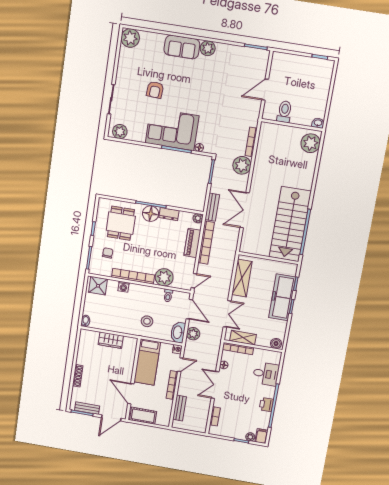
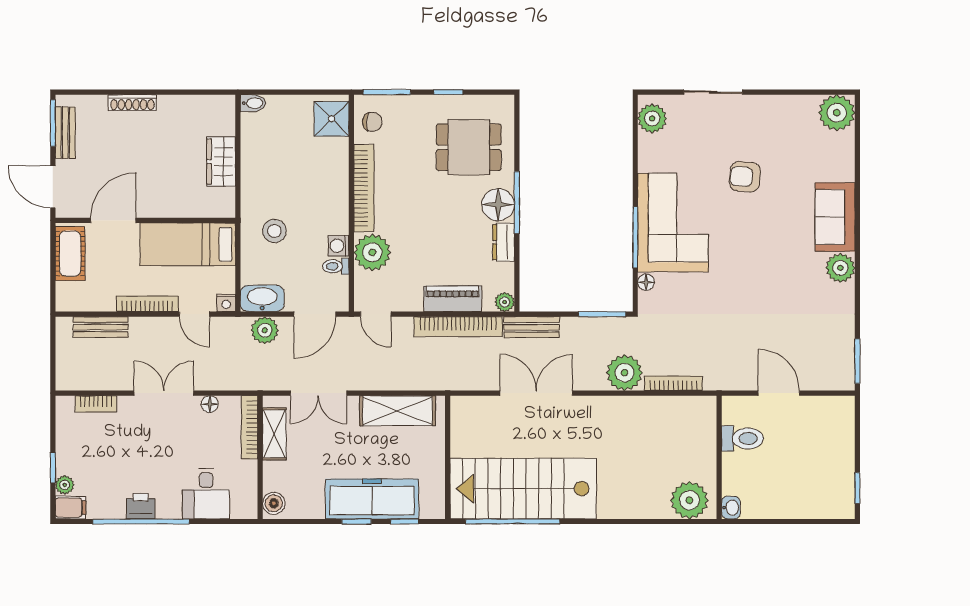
chair: (108, 253) -> (372, 122), moved
washing machine: (123, 287) -> (339, 246), moved

